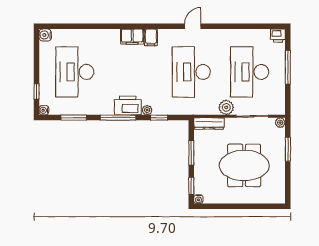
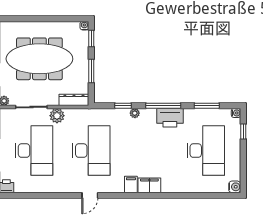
printer: (128, 105) -> (170, 118), moved
meeting table: (244, 165) -> (39, 59), width x1.36

